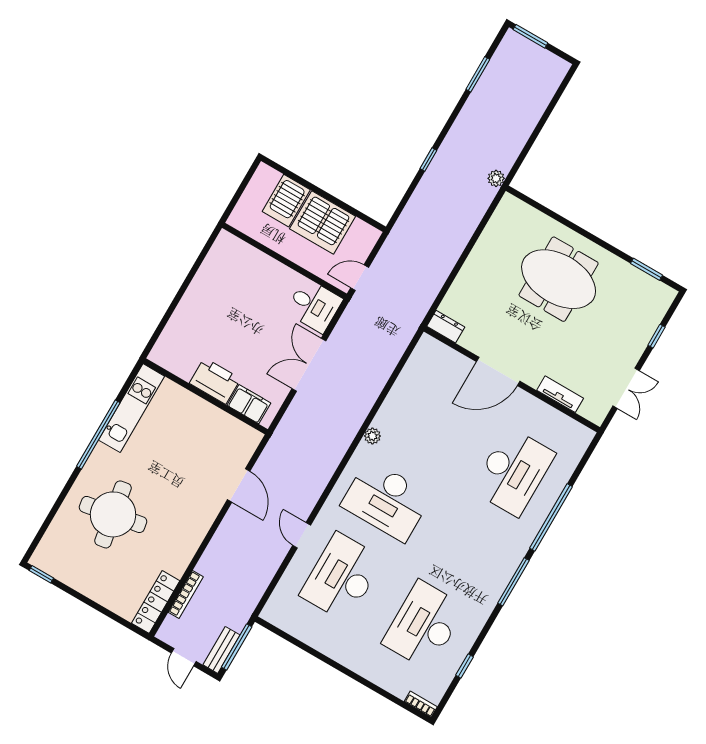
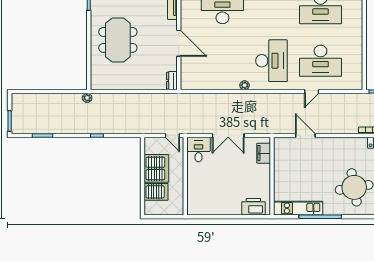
printer: (215, 381) -> (253, 207), moved, turned 90
door: (239, 485) -> (305, 135), hinge flipped

